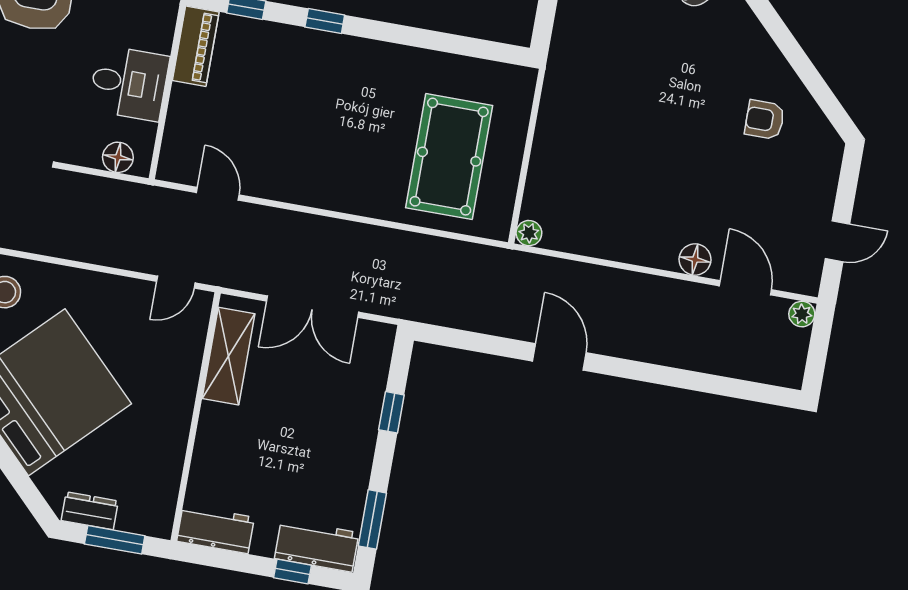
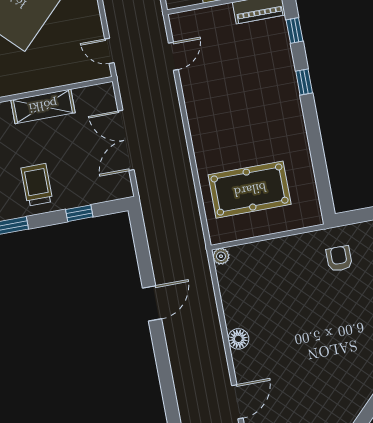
armchair: (765, 120) -> (339, 259), moved
floor lamp: (695, 260) -> (238, 339), moved
shelving: (228, 356) -> (43, 106), moved
trolley: (328, 458) -> (37, 185), added

